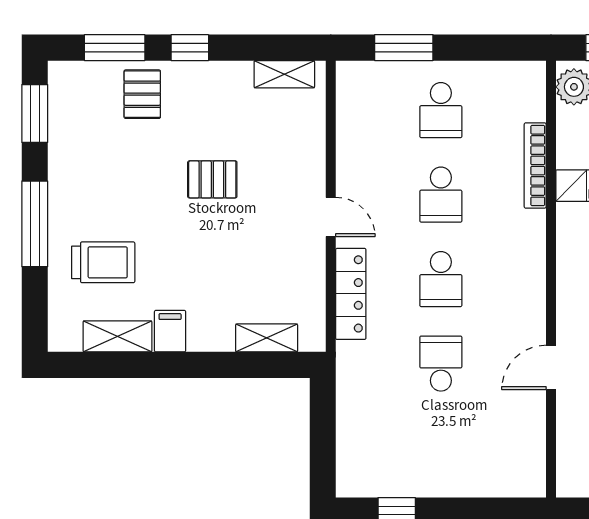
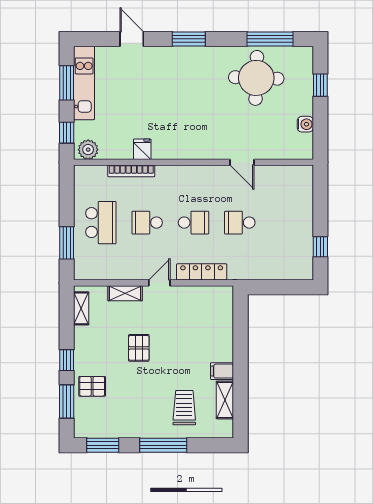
school desk: (441, 110) -> (101, 223), width x1.85
school desk: (441, 195) -> (147, 223), turned 180
shelving: (267, 338) -> (125, 293), moved, turned 90

